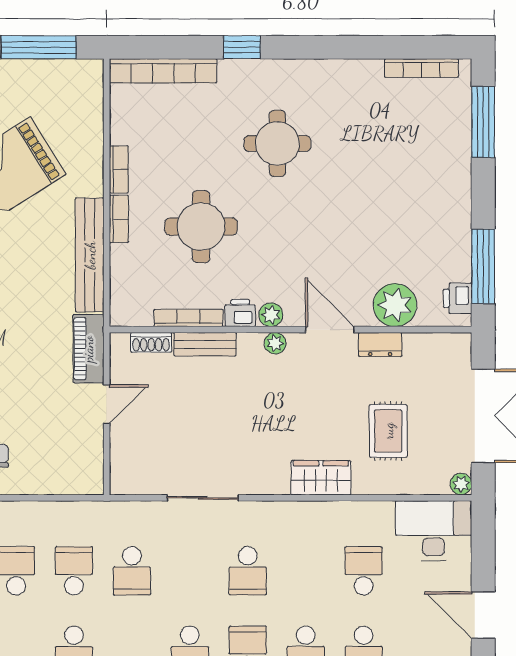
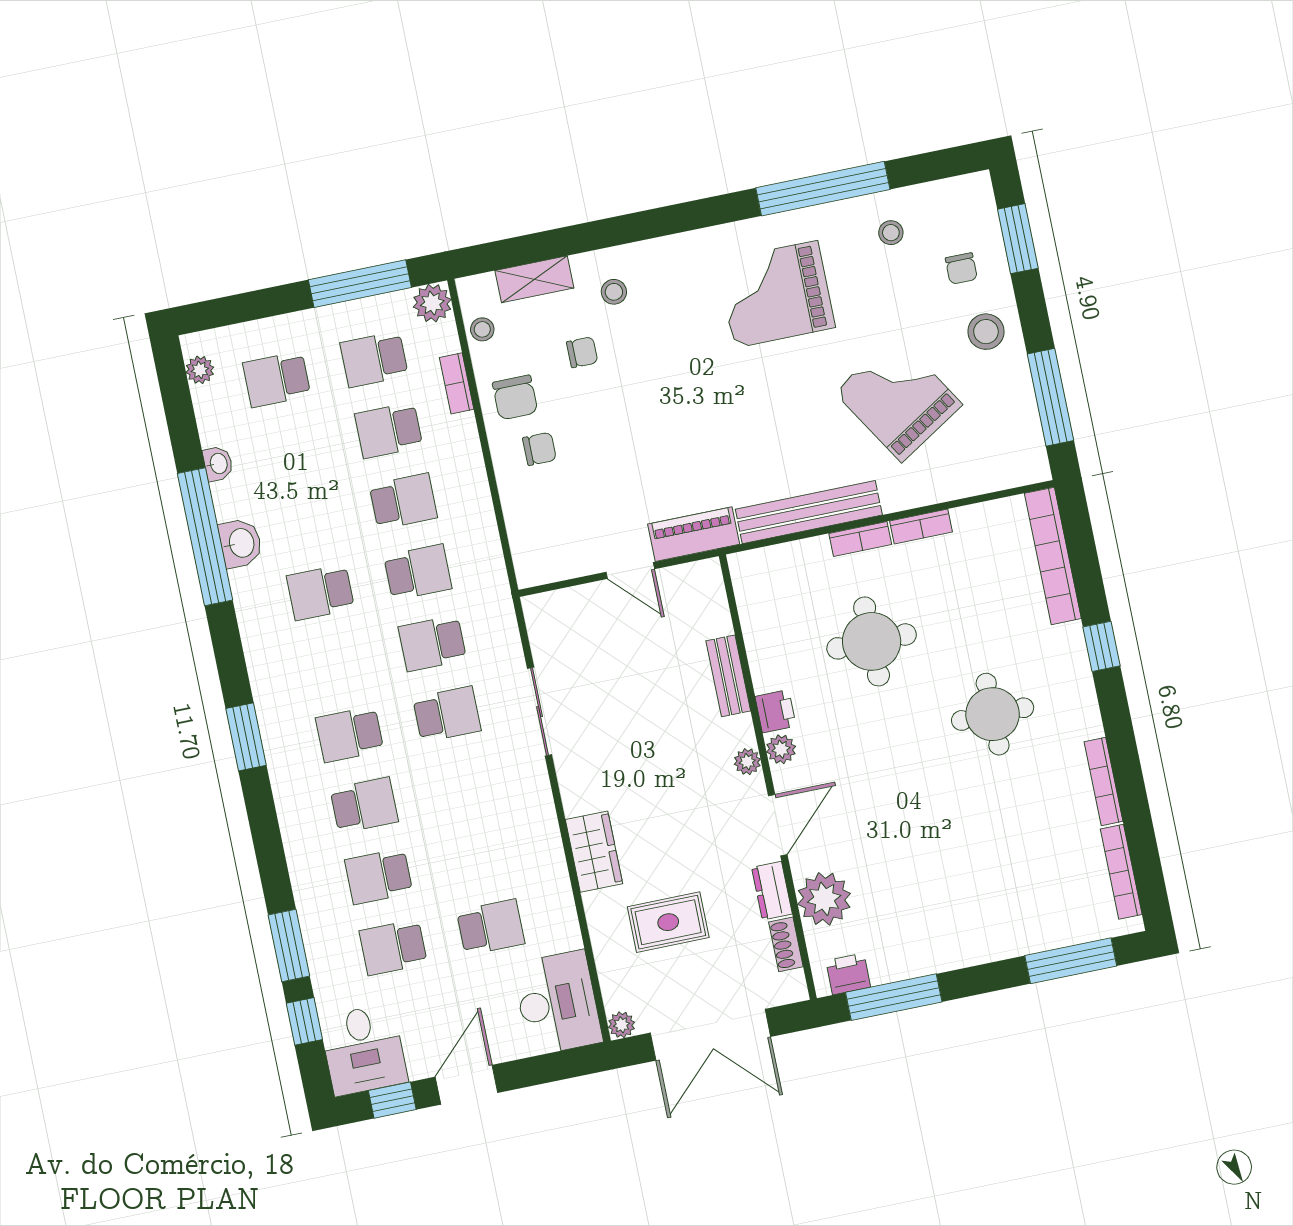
bookcase: (188, 318) -> (1103, 781), moved, turned 180
shoe rack: (151, 342) -> (786, 944), moved
school desk: (248, 571) -> (447, 714), moved, turned 180

